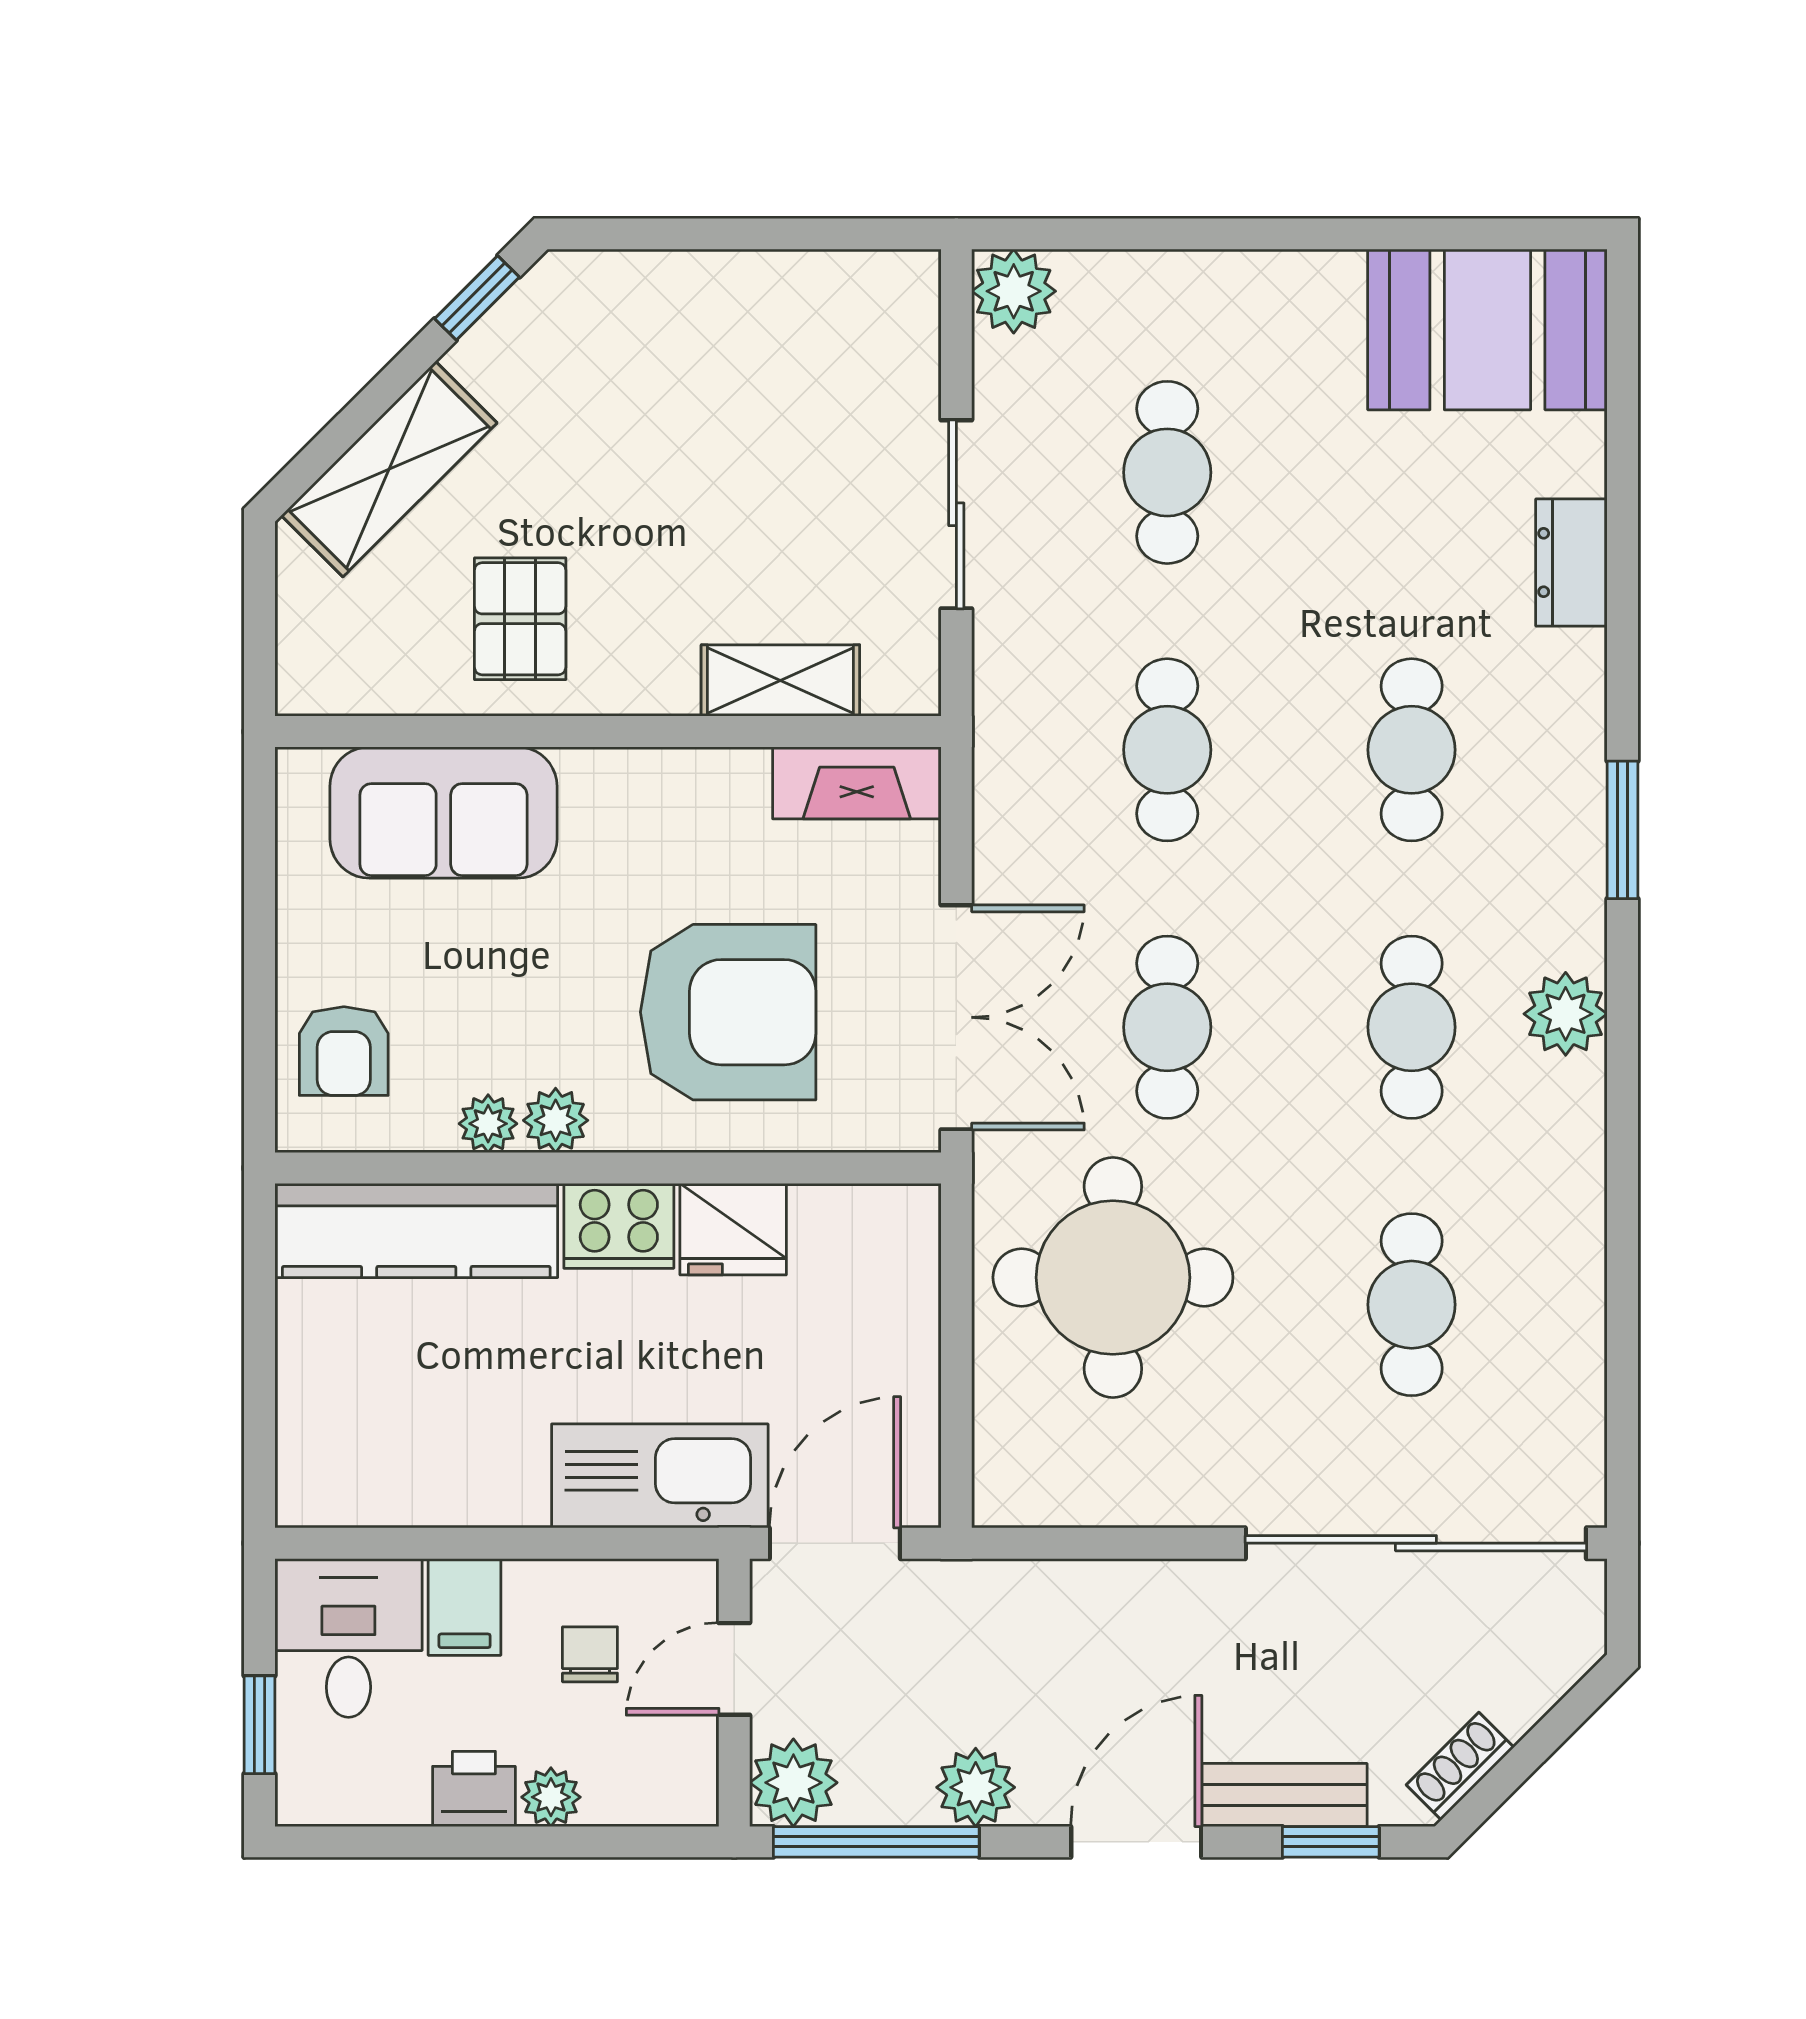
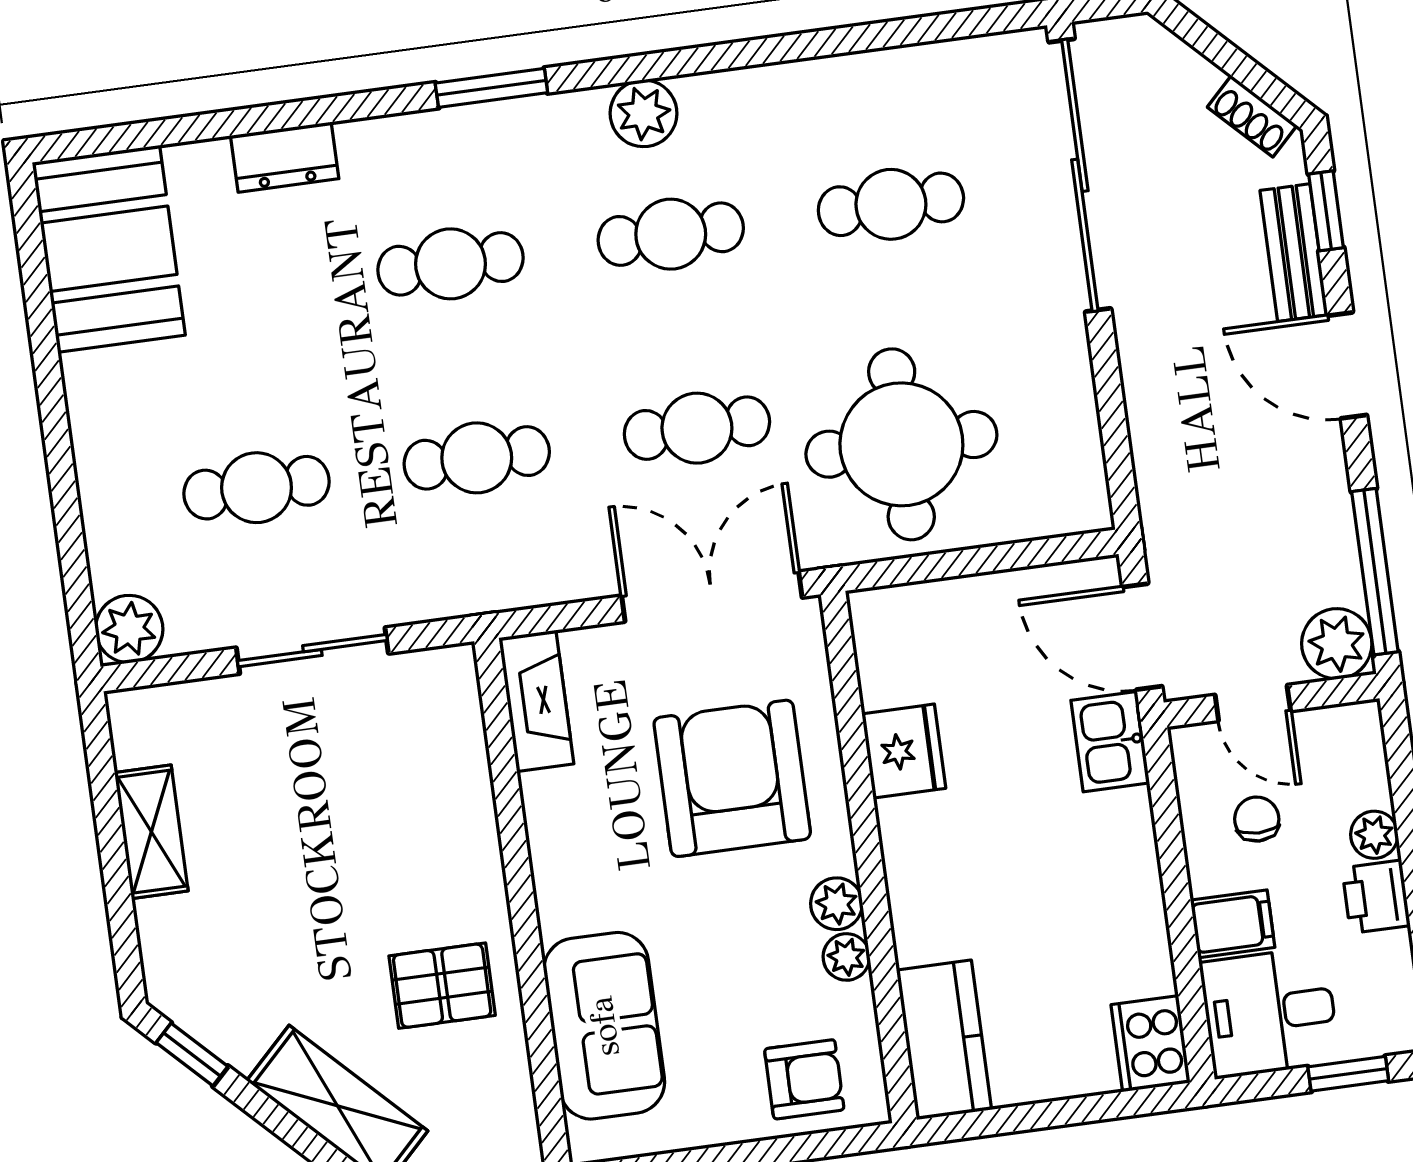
shelving: (780, 681) -> (151, 832), moved
cooker: (619, 1226) -> (1151, 1044), moved, turned 180
kitchen counter: (416, 1230) -> (944, 1040), width x0.67
kitchen sink: (660, 1476) -> (1110, 742), width x0.53, depth x0.81
chair: (590, 1654) -> (1257, 819), turned 90
plant: (976, 1787) -> (1321, 499), removed

